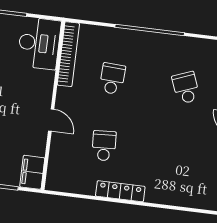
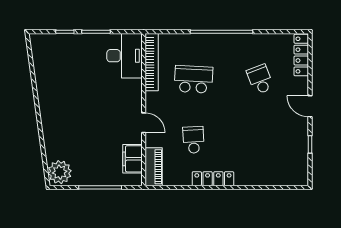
school desk: (112, 79) -> (193, 79), width x1.85
piano: (56, 170) -> (154, 167), added
filing cabinet: (32, 172) -> (132, 159), moved

